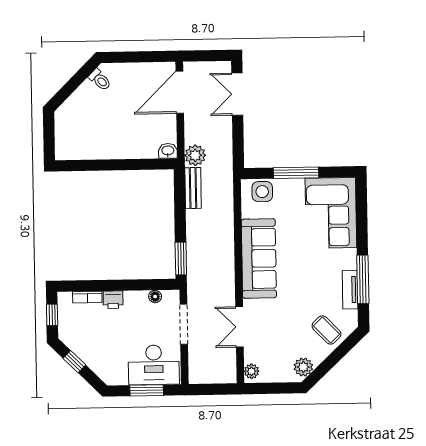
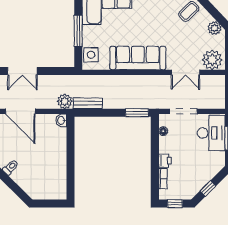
plant: (252, 371) -> (212, 60), width x1.87, depth x1.87

